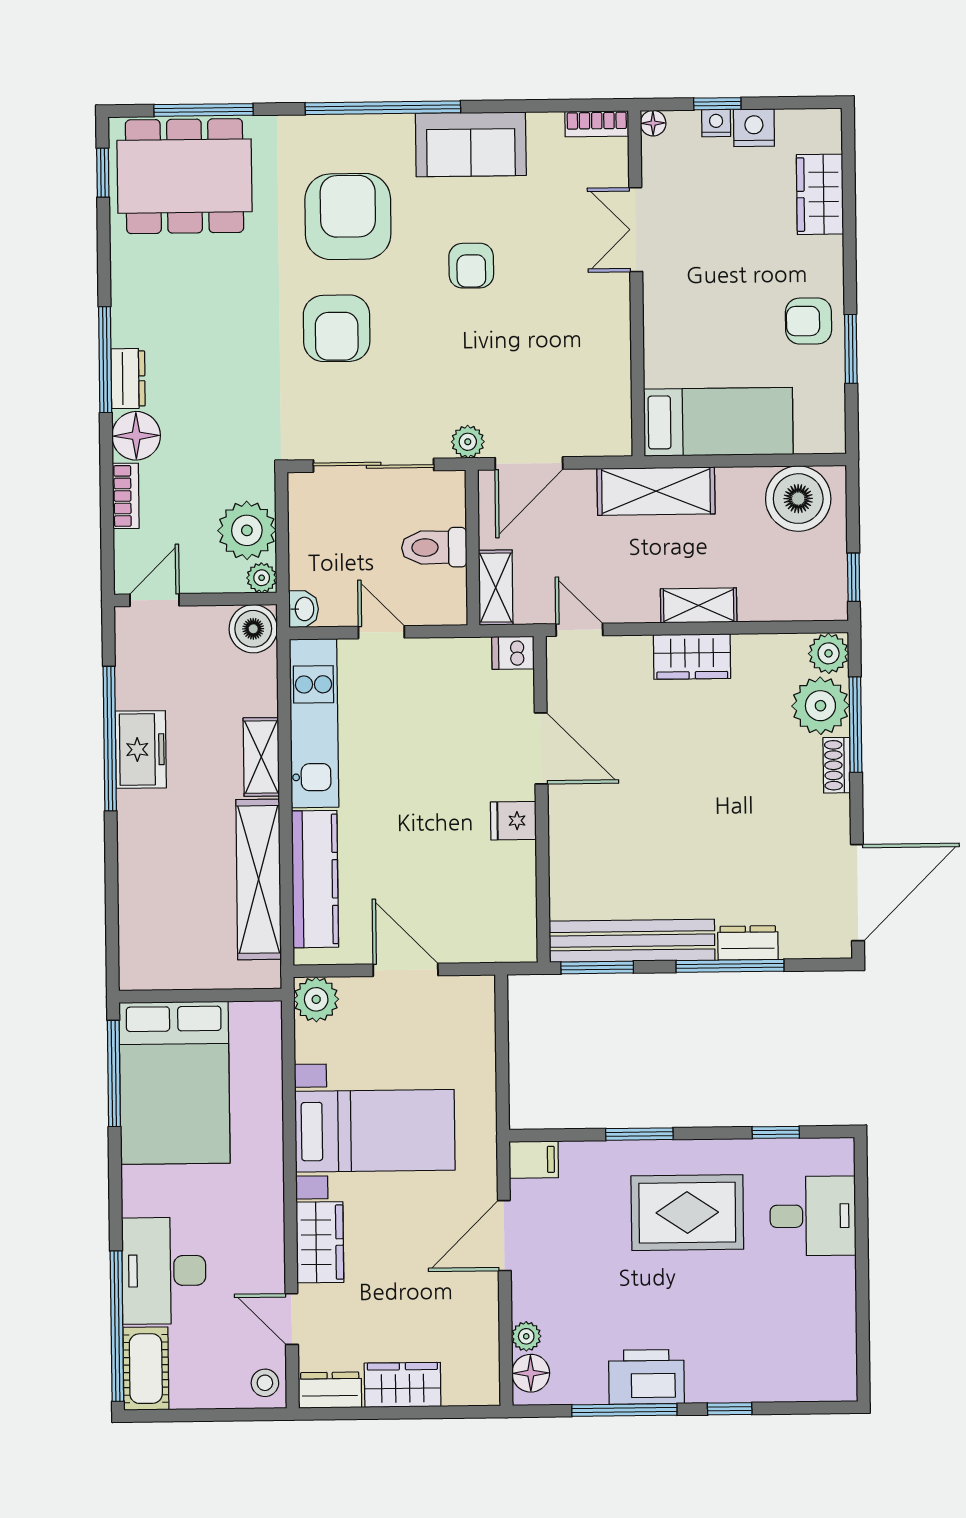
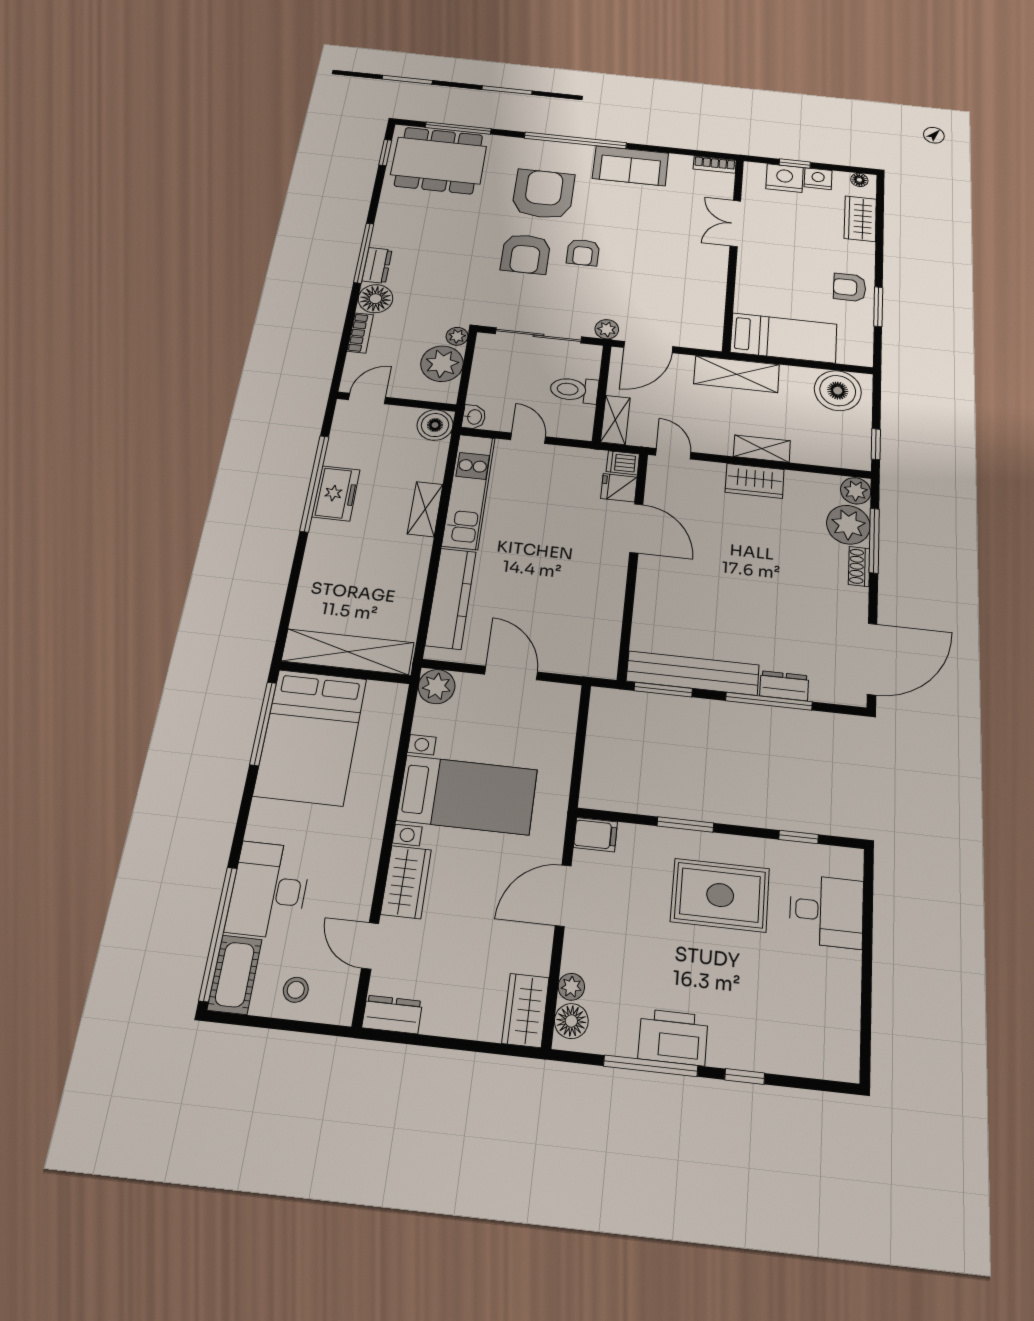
floor lamp: (653, 123) -> (859, 180), moved
nightstand: (716, 123) -> (784, 178), width x1.89, depth x1.79
armchair: (471, 266) -> (583, 252), moved
plant: (262, 578) -> (457, 336), moved
fridge: (513, 821) -> (619, 488), moved
shelving: (259, 879) -> (348, 652), moved, turned 90
stool: (265, 1383) -> (296, 990), moved
wardrobe: (403, 1385) -> (526, 1010), moved, turned -90

